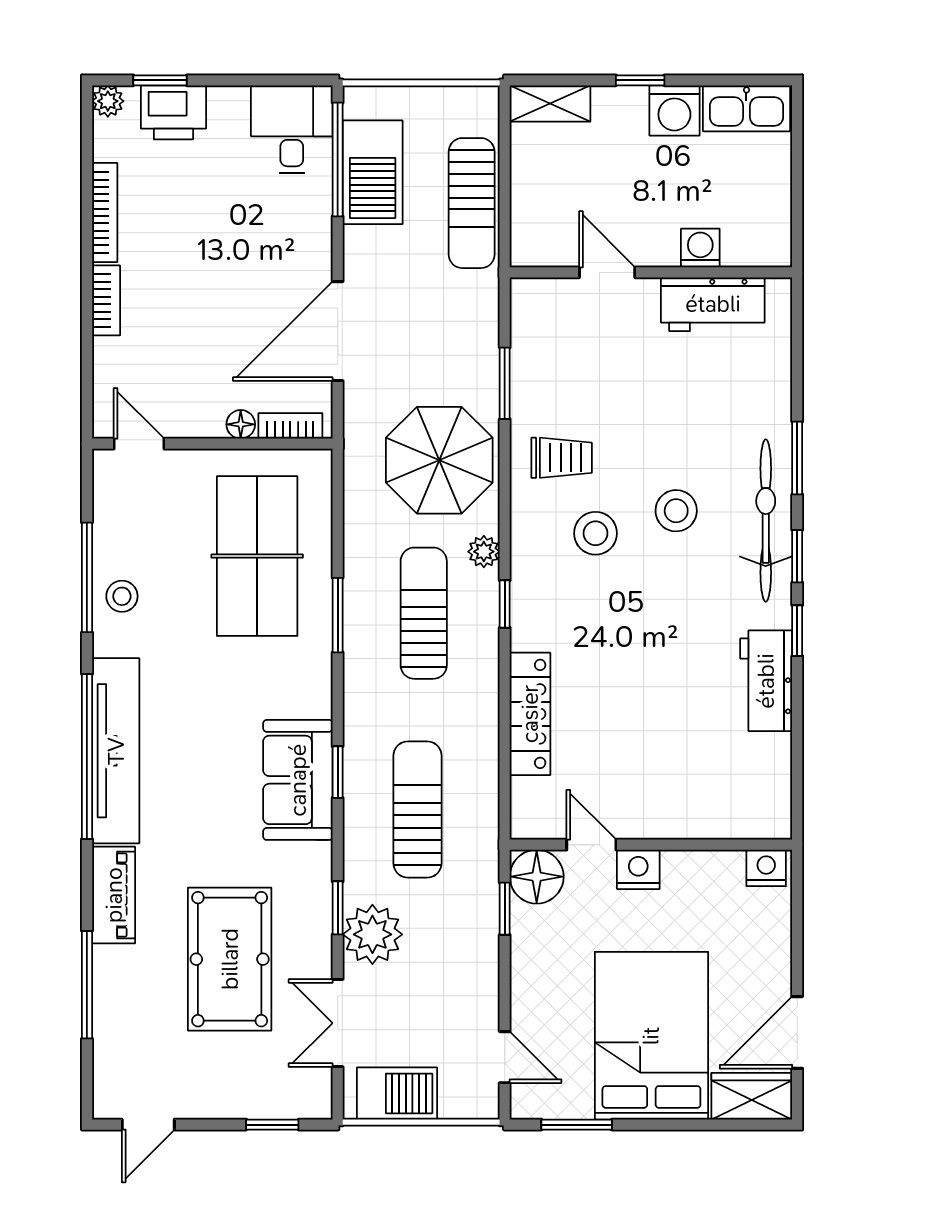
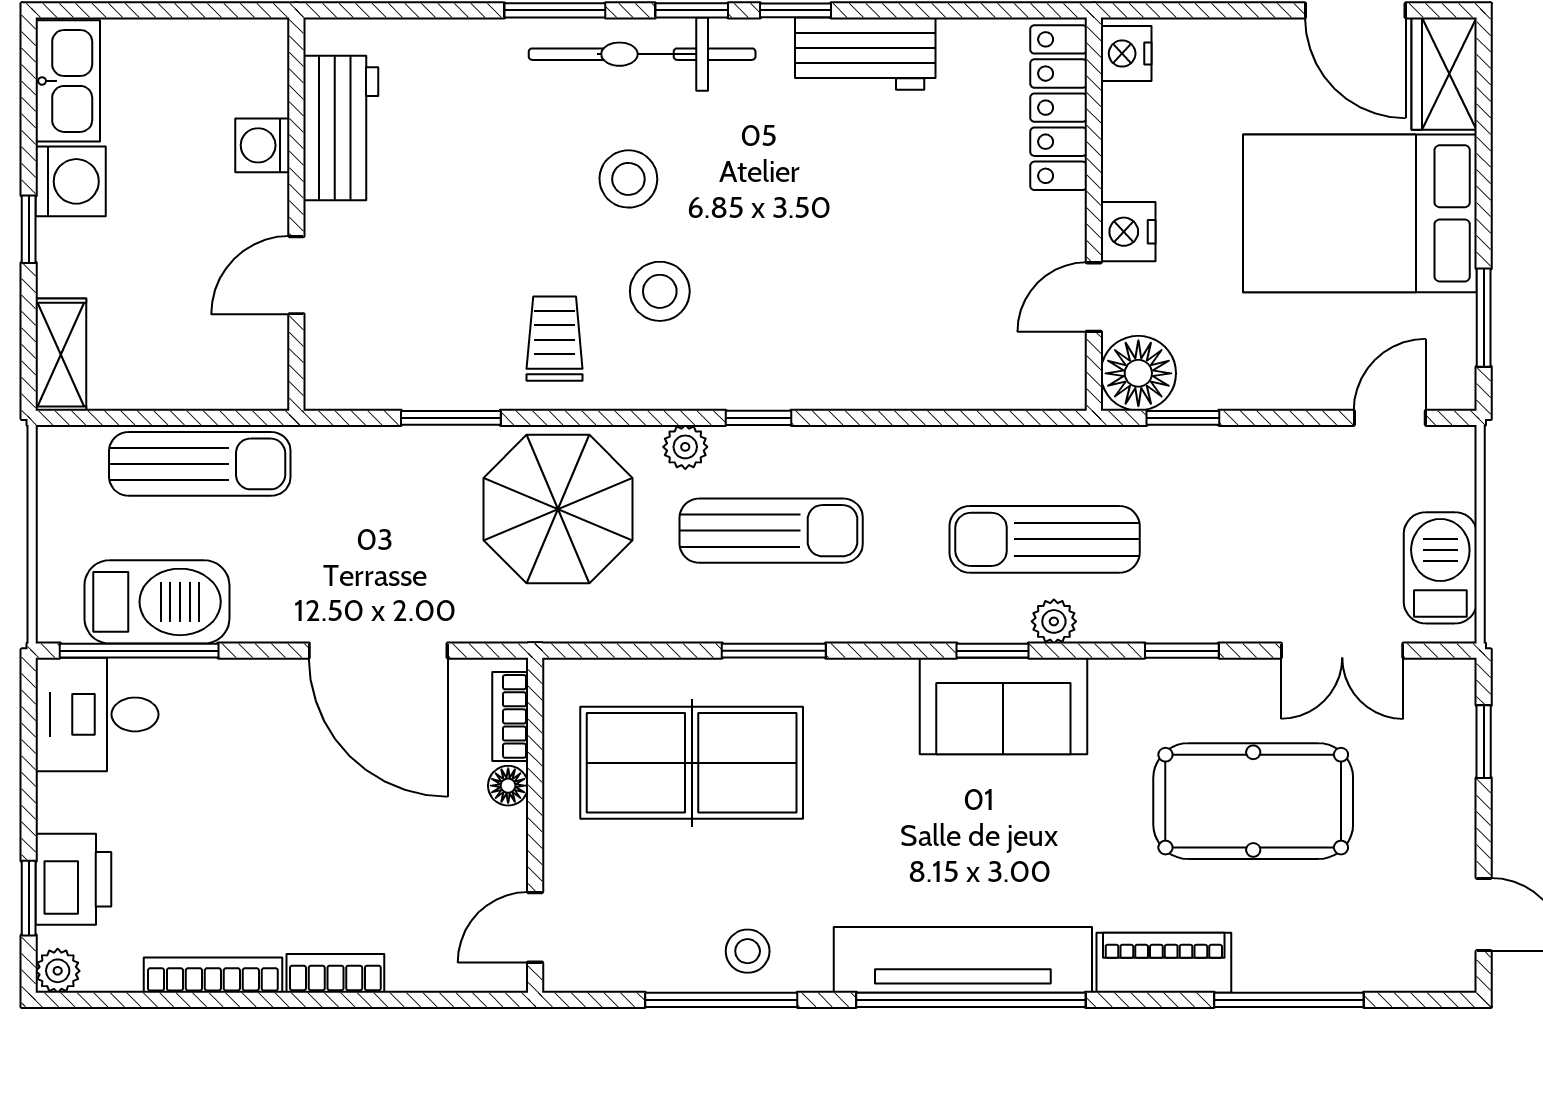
sun lounger: (424, 613) -> (771, 531), turned 180
locker: (530, 714) -> (1059, 108), moved, turned -90
plant: (372, 934) -> (1054, 621), moved, width x0.53, depth x0.53

